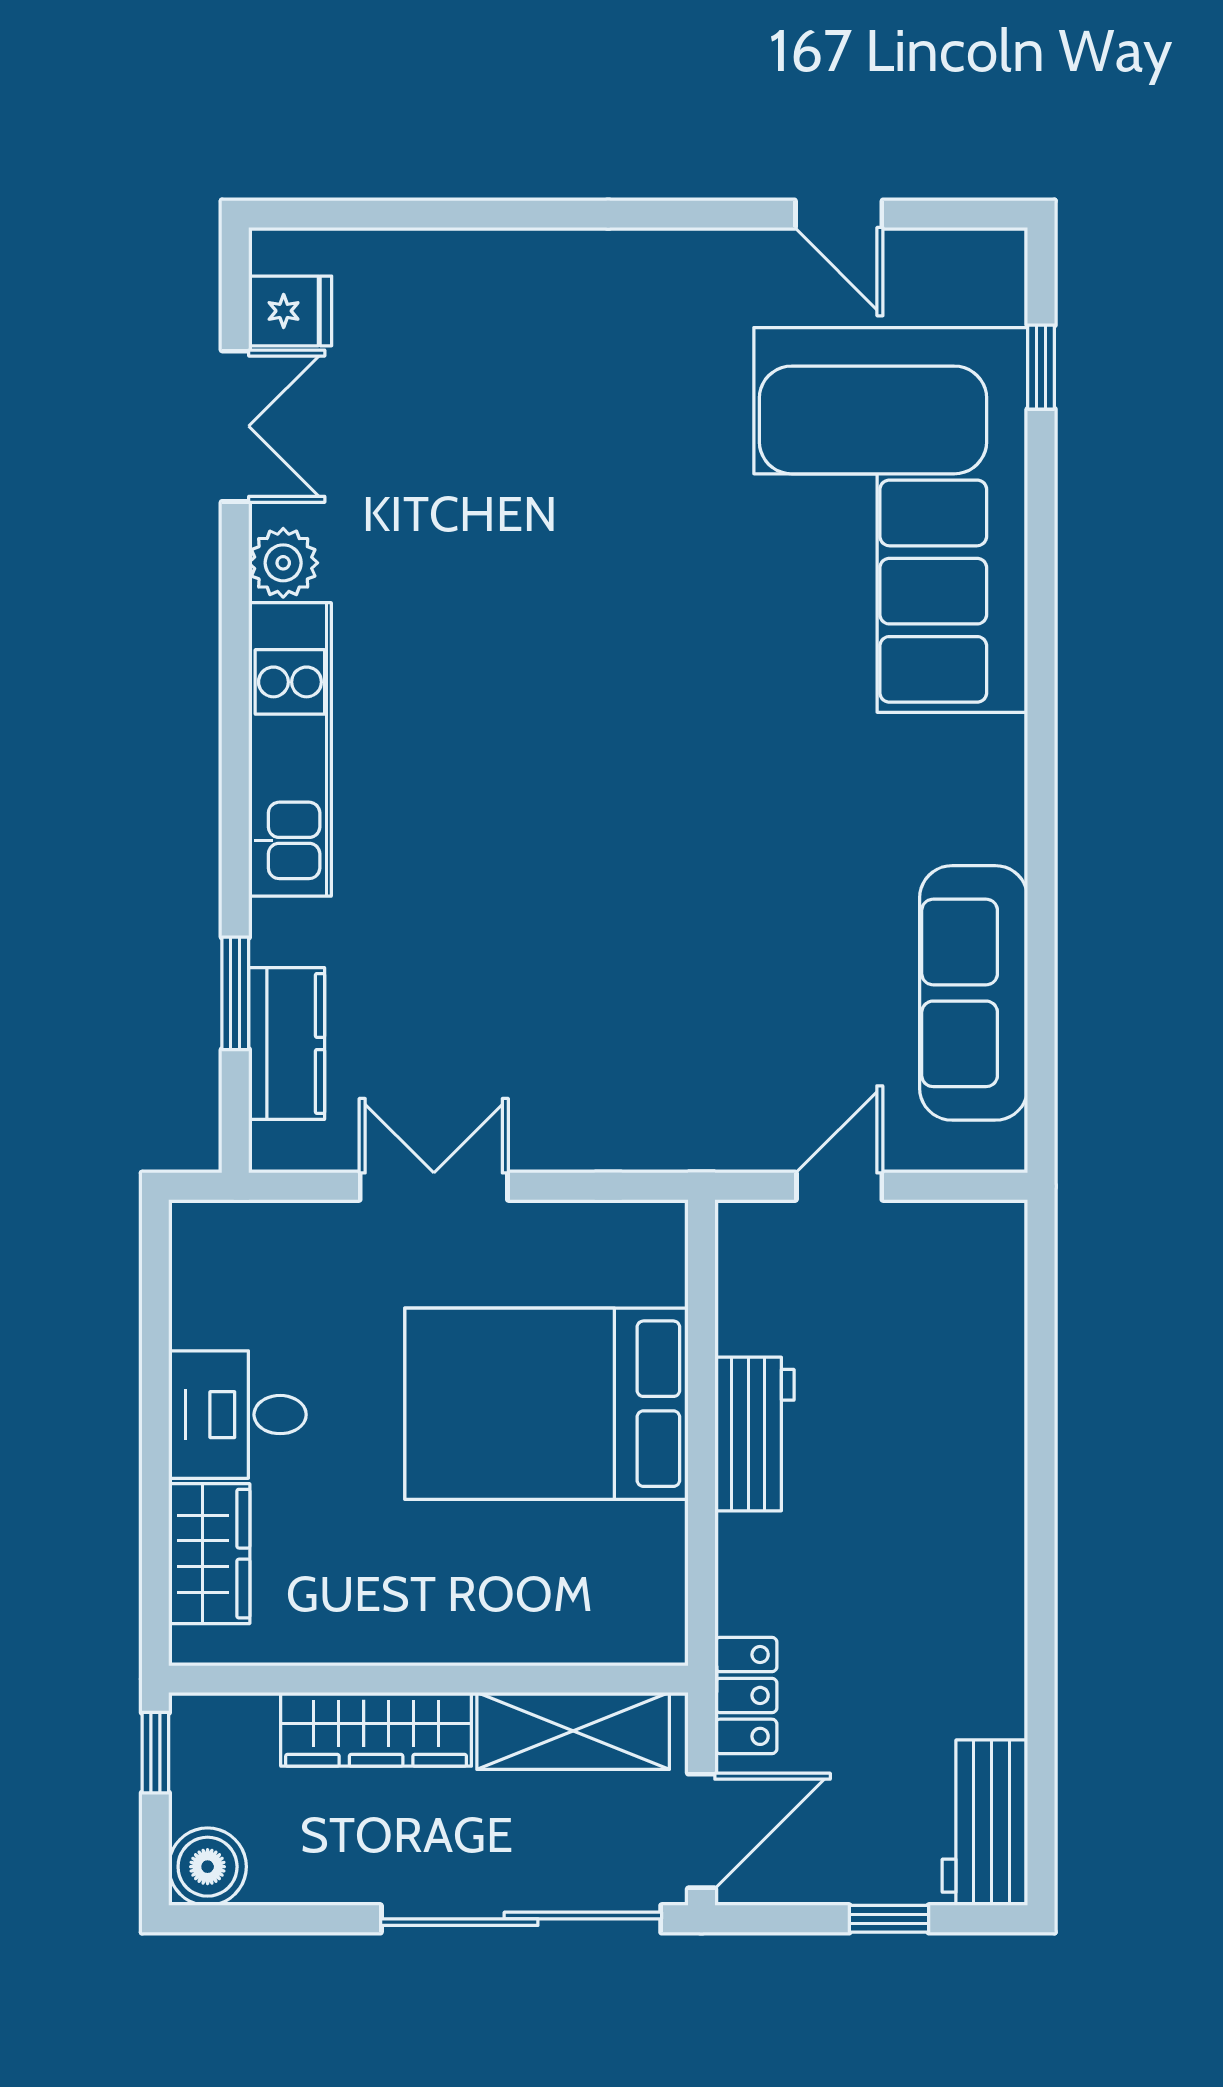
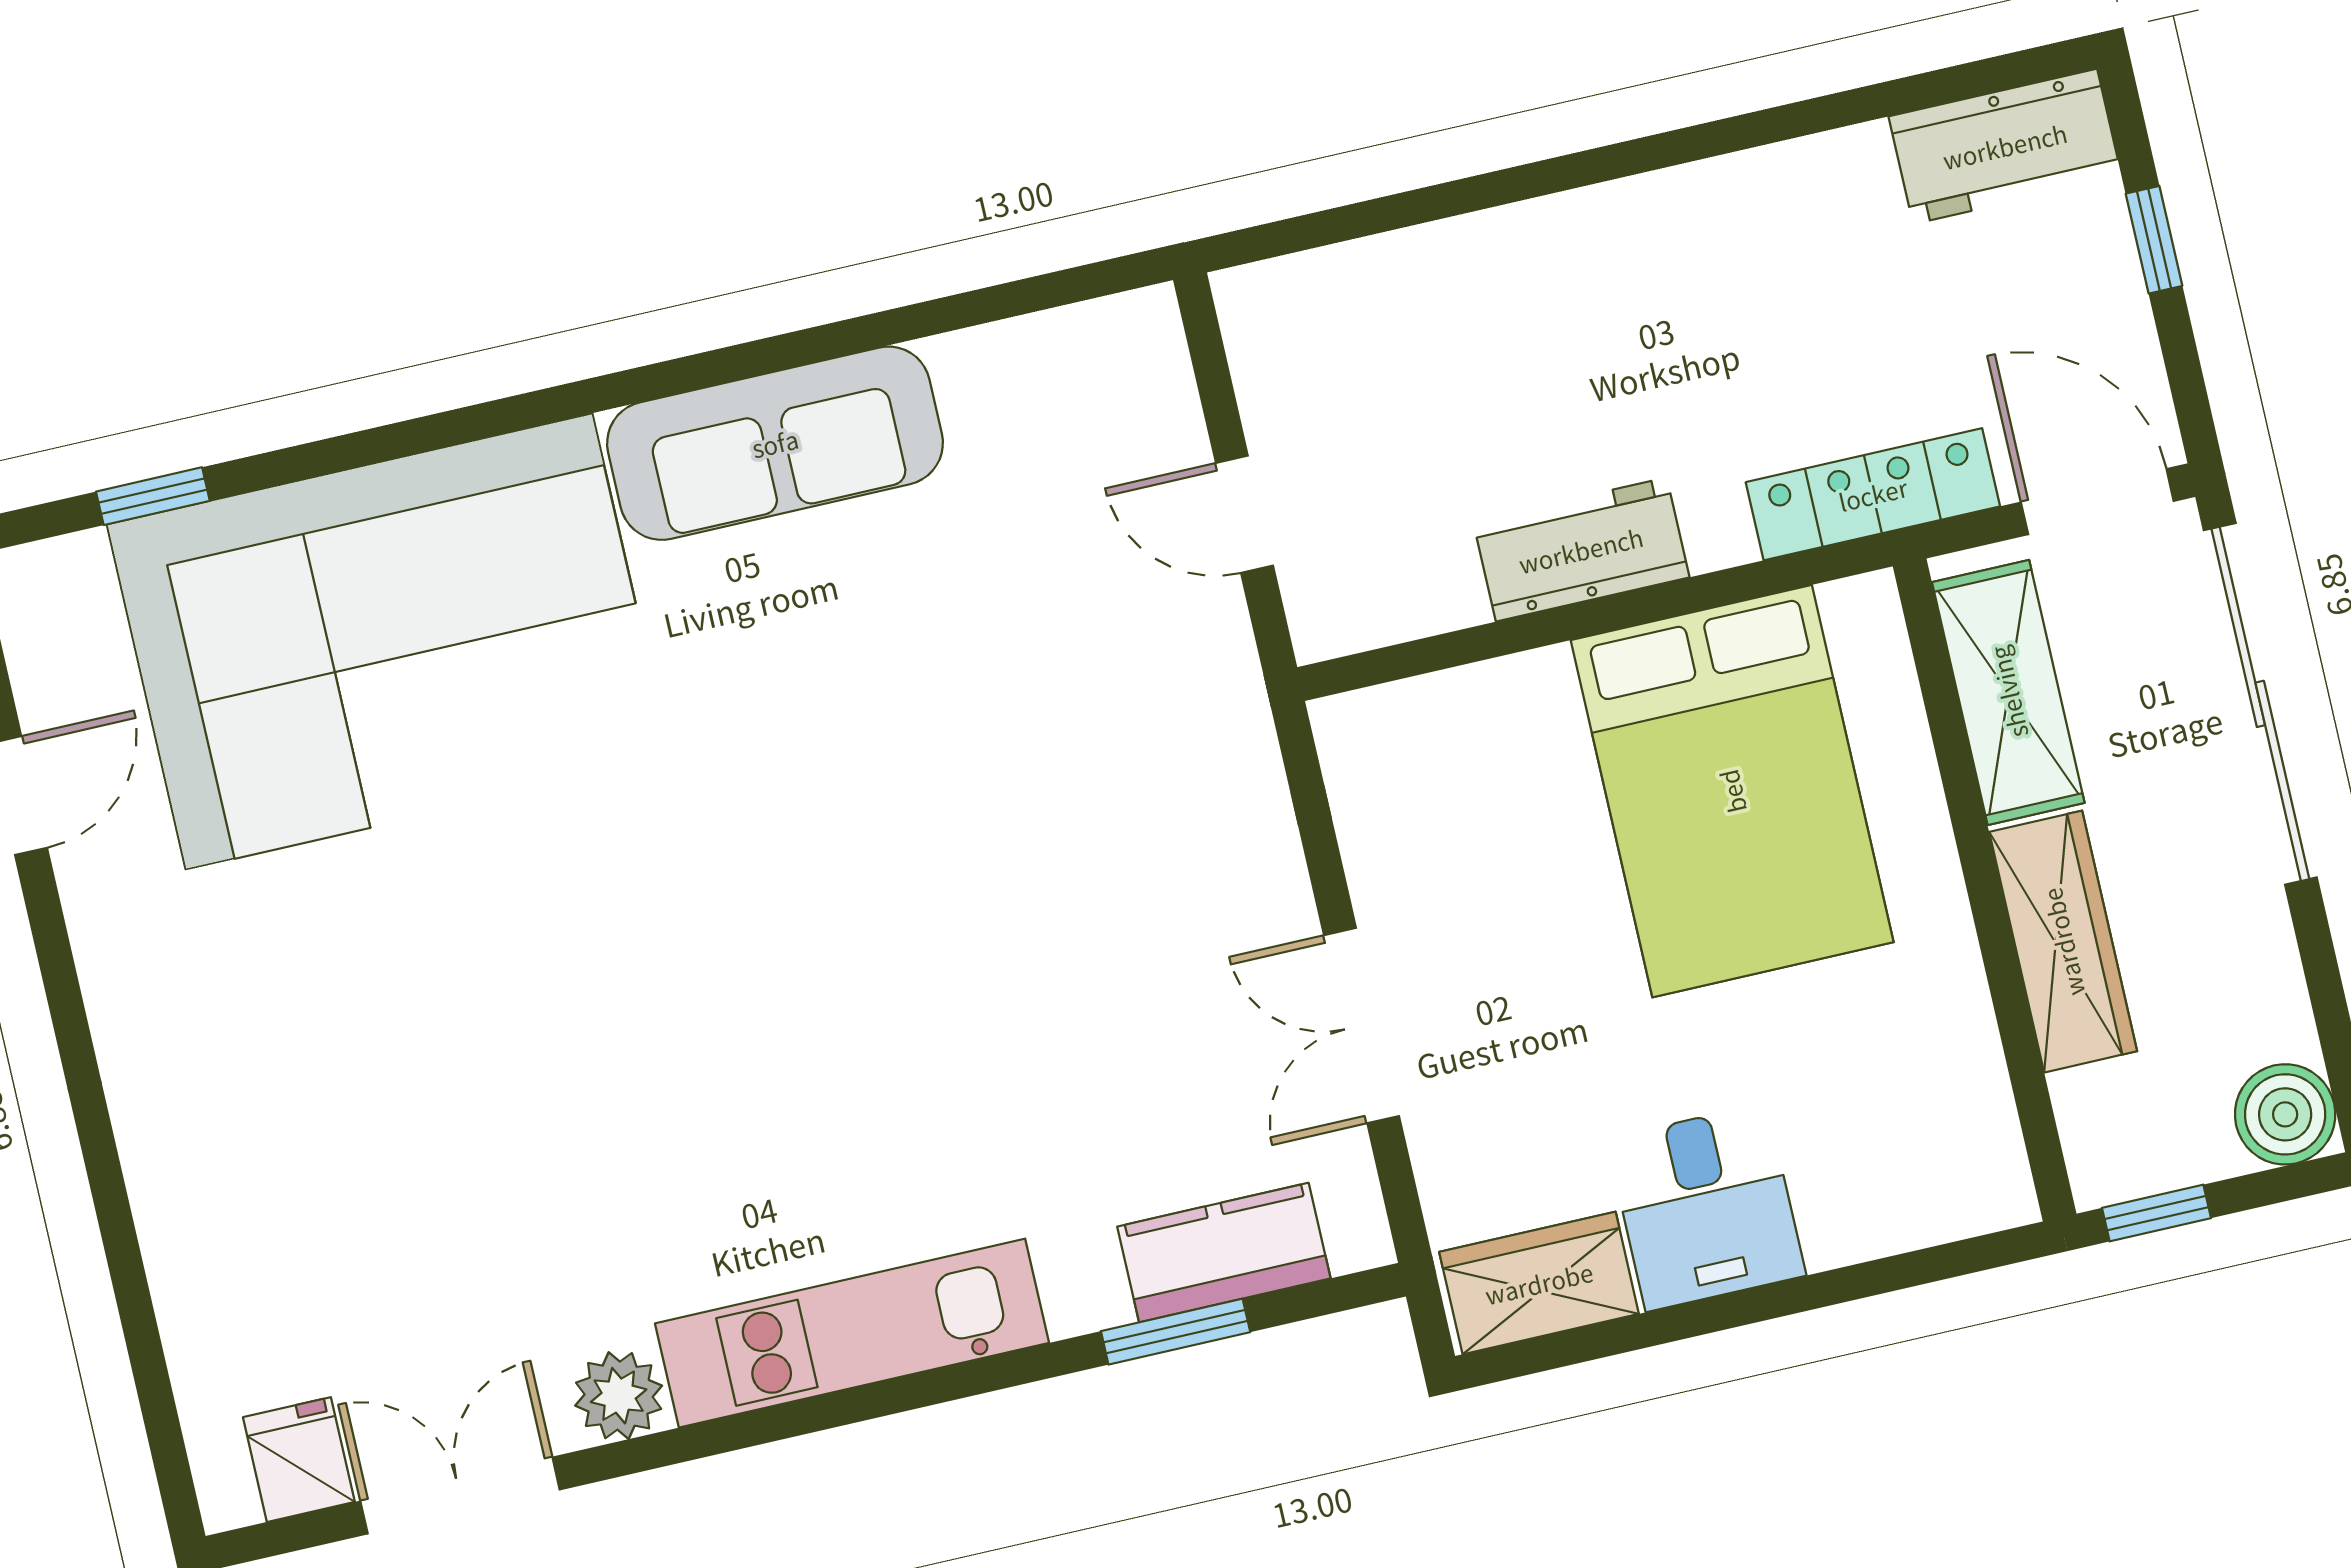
sofa: (974, 993) -> (775, 443), moved
bed: (546, 1404) -> (1732, 791), moved
wardrobe: (209, 1554) -> (1539, 1283), moved
locker: (746, 1695) -> (1873, 494), width x1.53

